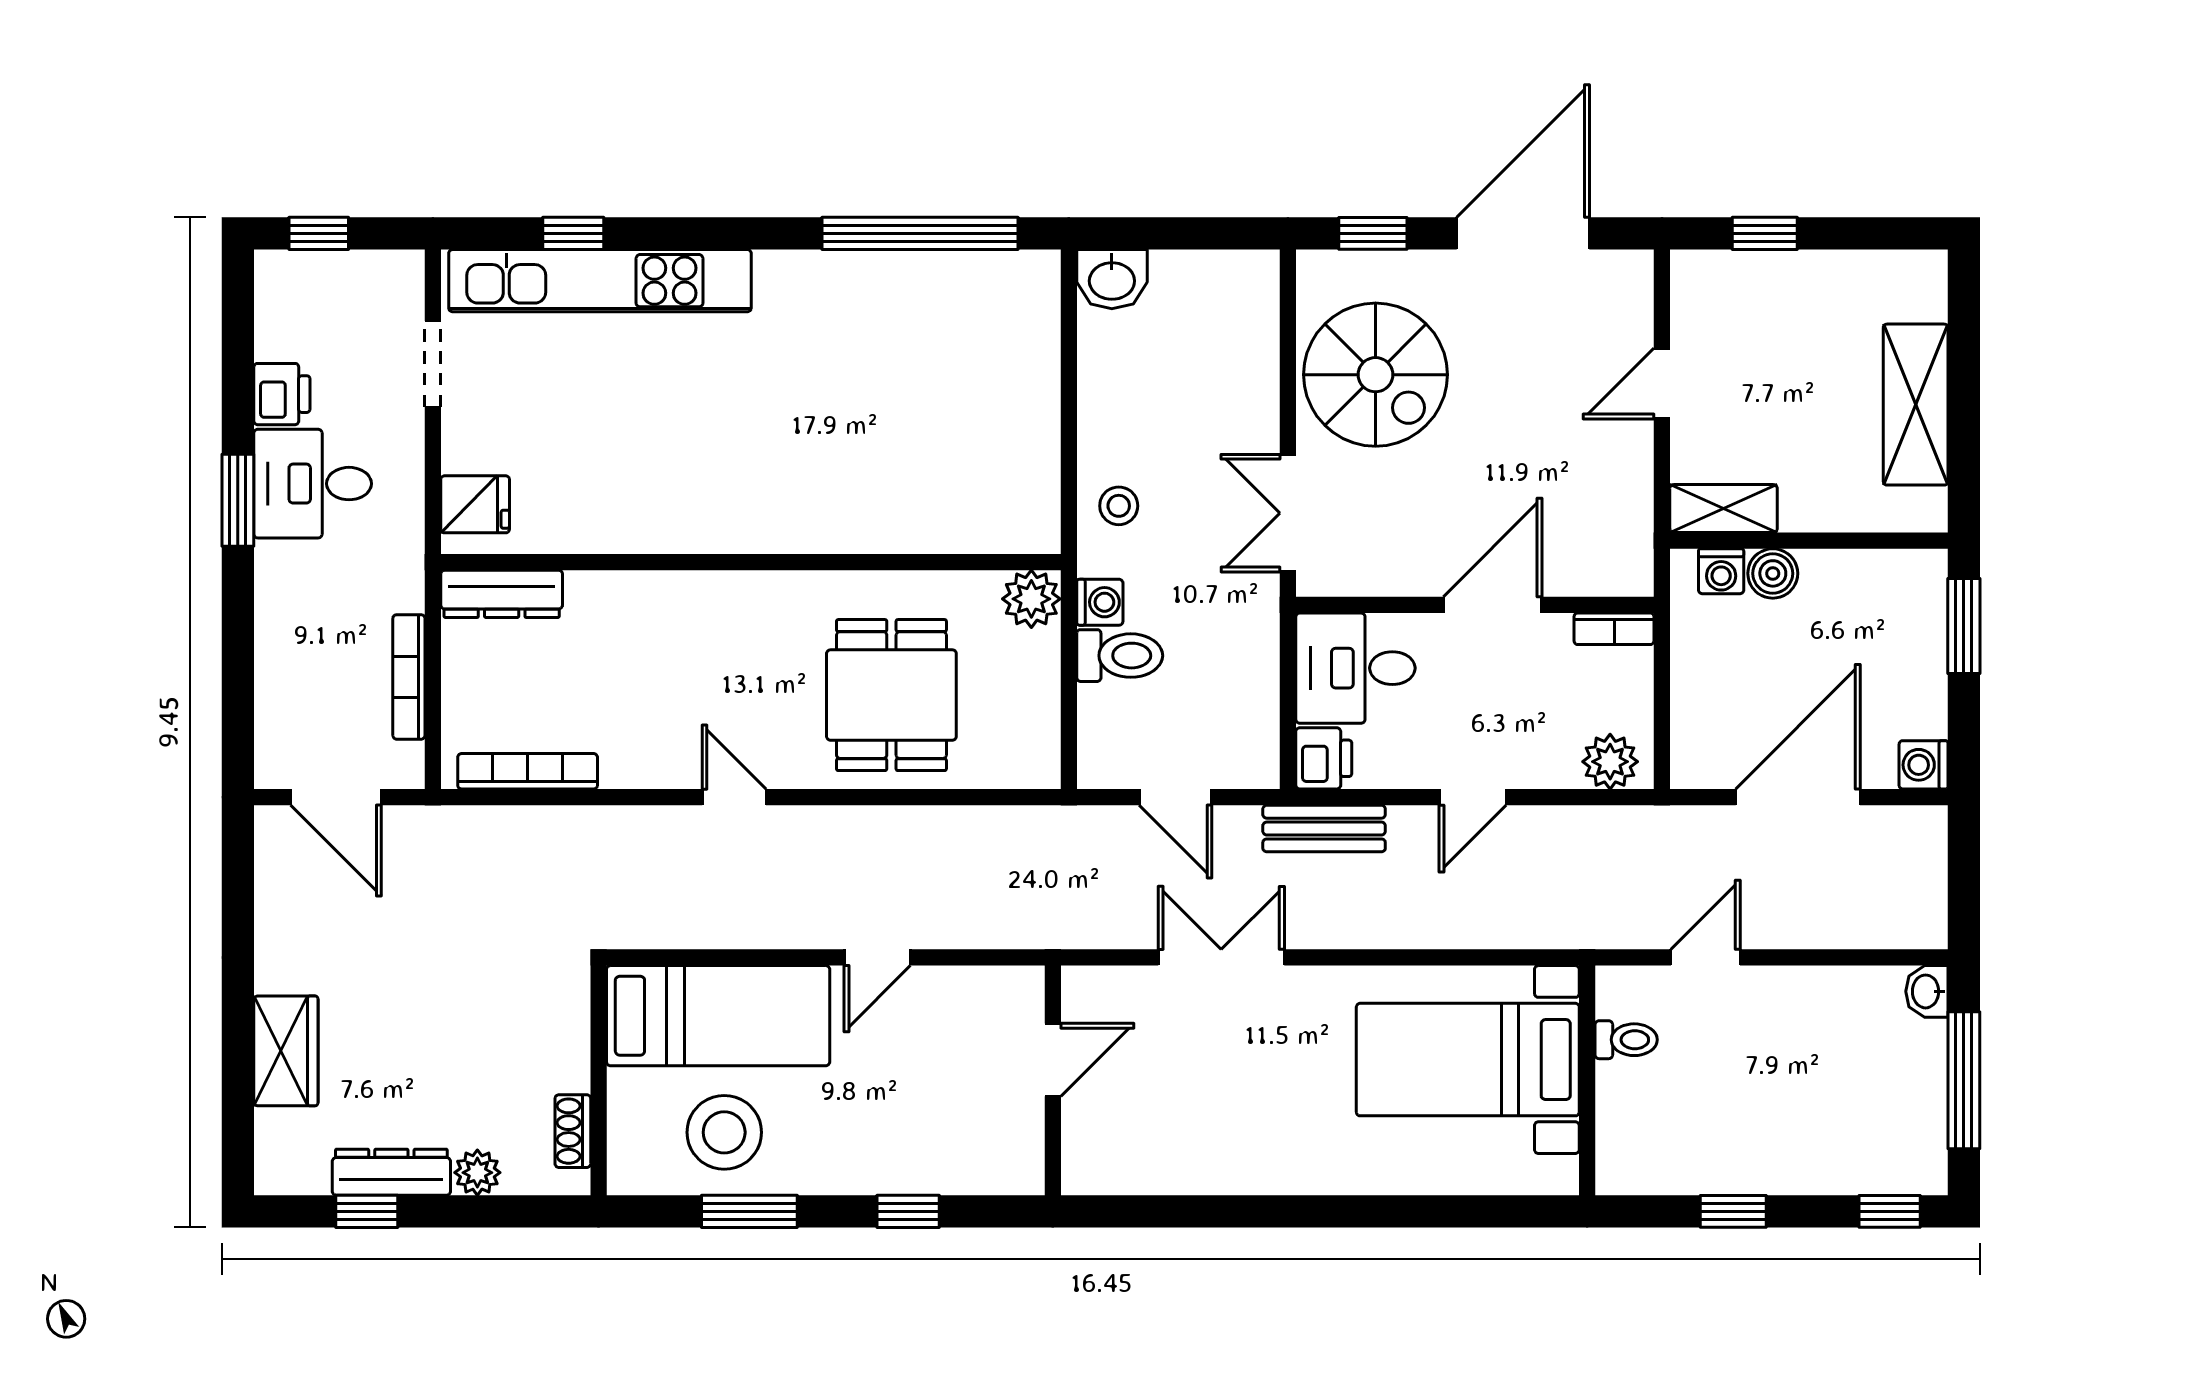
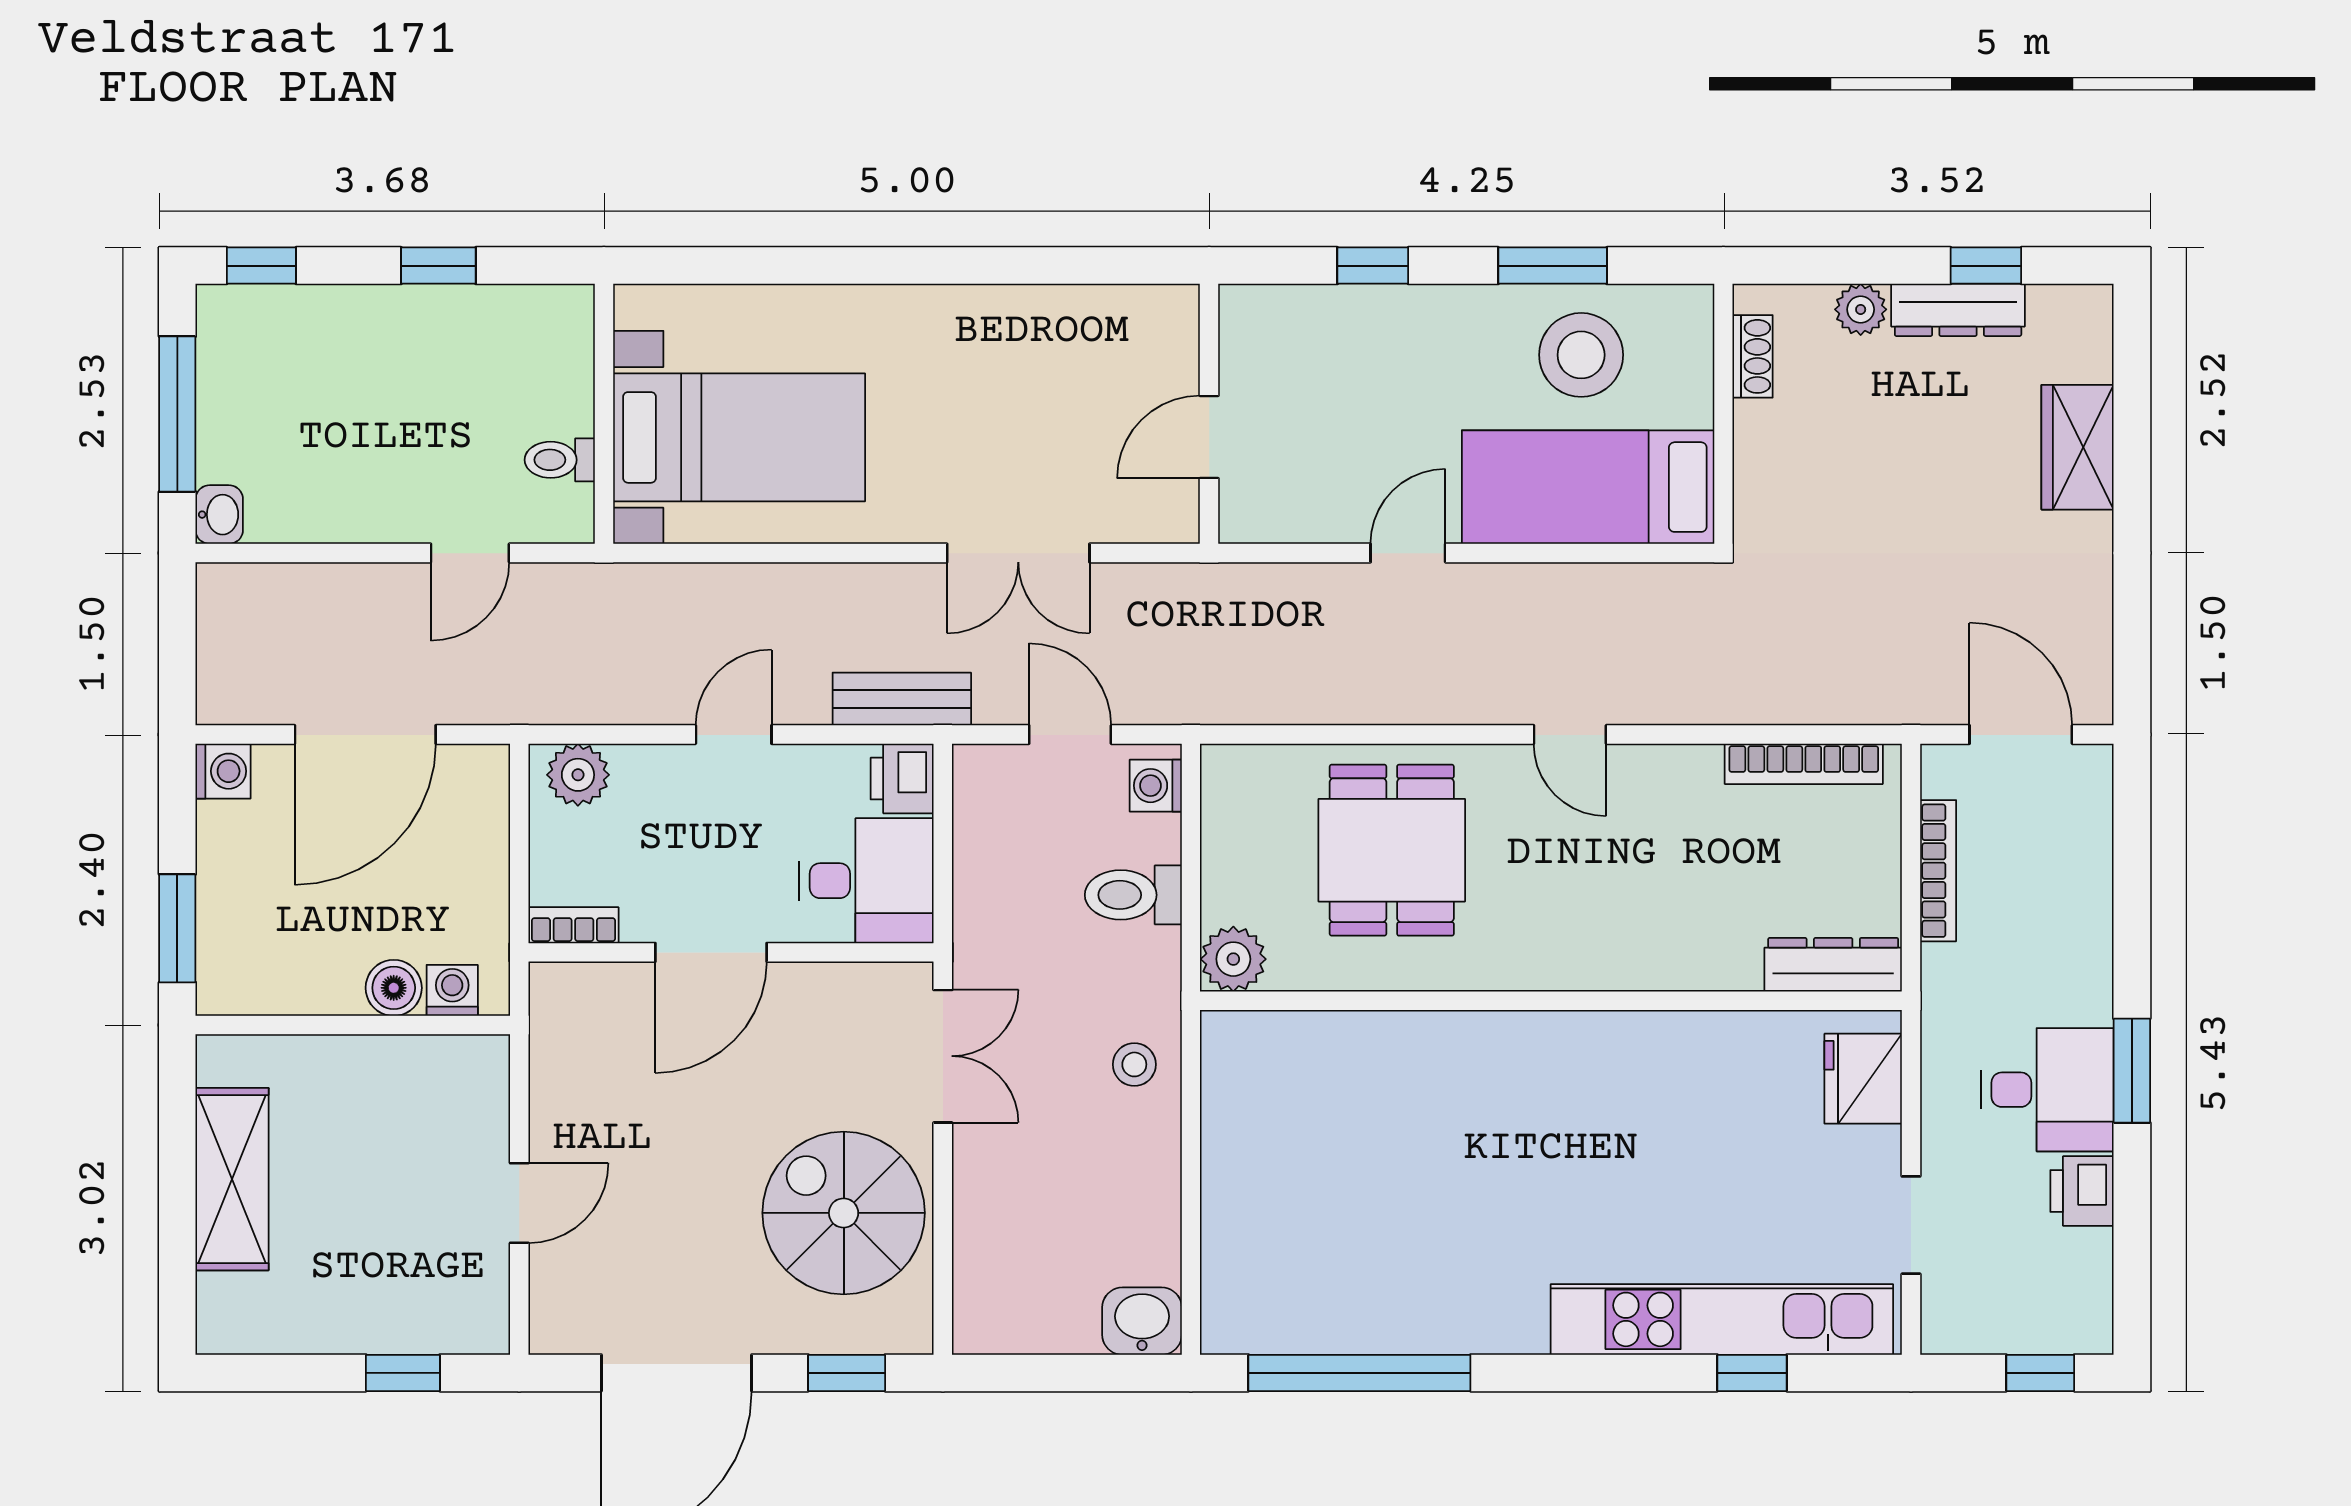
fridge: (475, 504) -> (1863, 1079), width x1.38
shelving: (1724, 509) -> (449, 1061), removed
washing machine: (1100, 602) -> (1156, 786), moved

